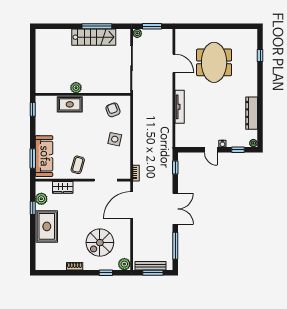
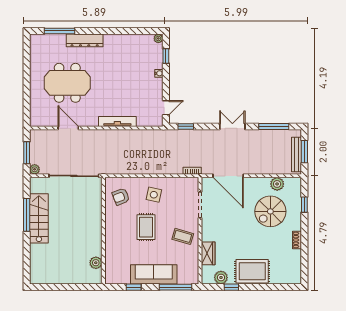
window: (260, 55) -> (60, 31), width x2.17
door: (174, 63) -> (68, 128), hinge flipped
plant: (76, 88) -> (96, 263), moved
rug: (70, 104) -> (146, 227), moved
window: (33, 109) -> (134, 287), moved
dresser: (252, 113) -> (85, 40), moved
door: (211, 150) -> (166, 108), moved
sofa: (44, 156) -> (154, 274), moved
window: (33, 158) -> (176, 287), width x1.44
double door: (175, 209) -> (232, 126), width x0.73
spiral stairs: (100, 243) -> (270, 211), turned 90
plant: (124, 264) -> (277, 184), moved

